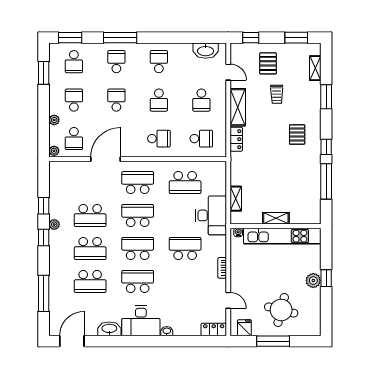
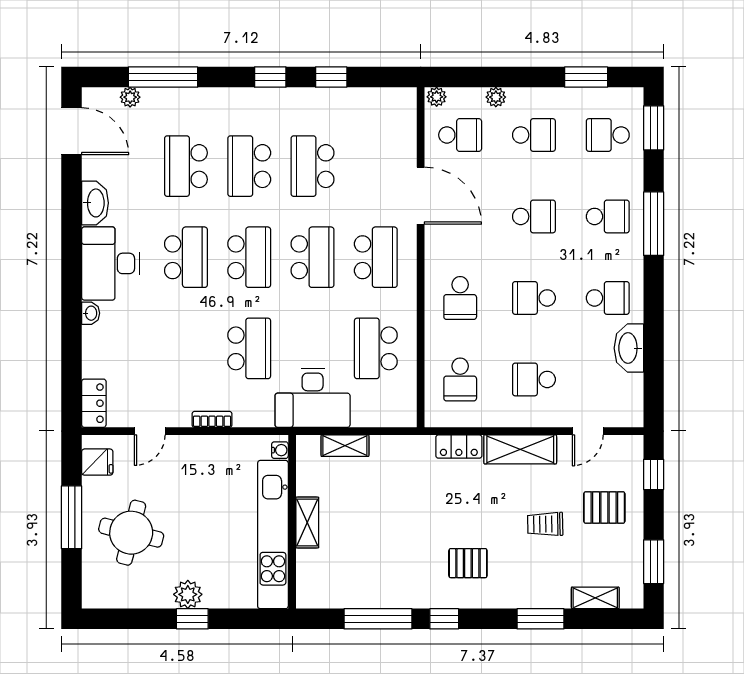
washbasin: (206, 51) -> (629, 348), moved
school desk: (74, 139) -> (460, 135), turned 180
plant: (54, 225) -> (130, 97), moved

